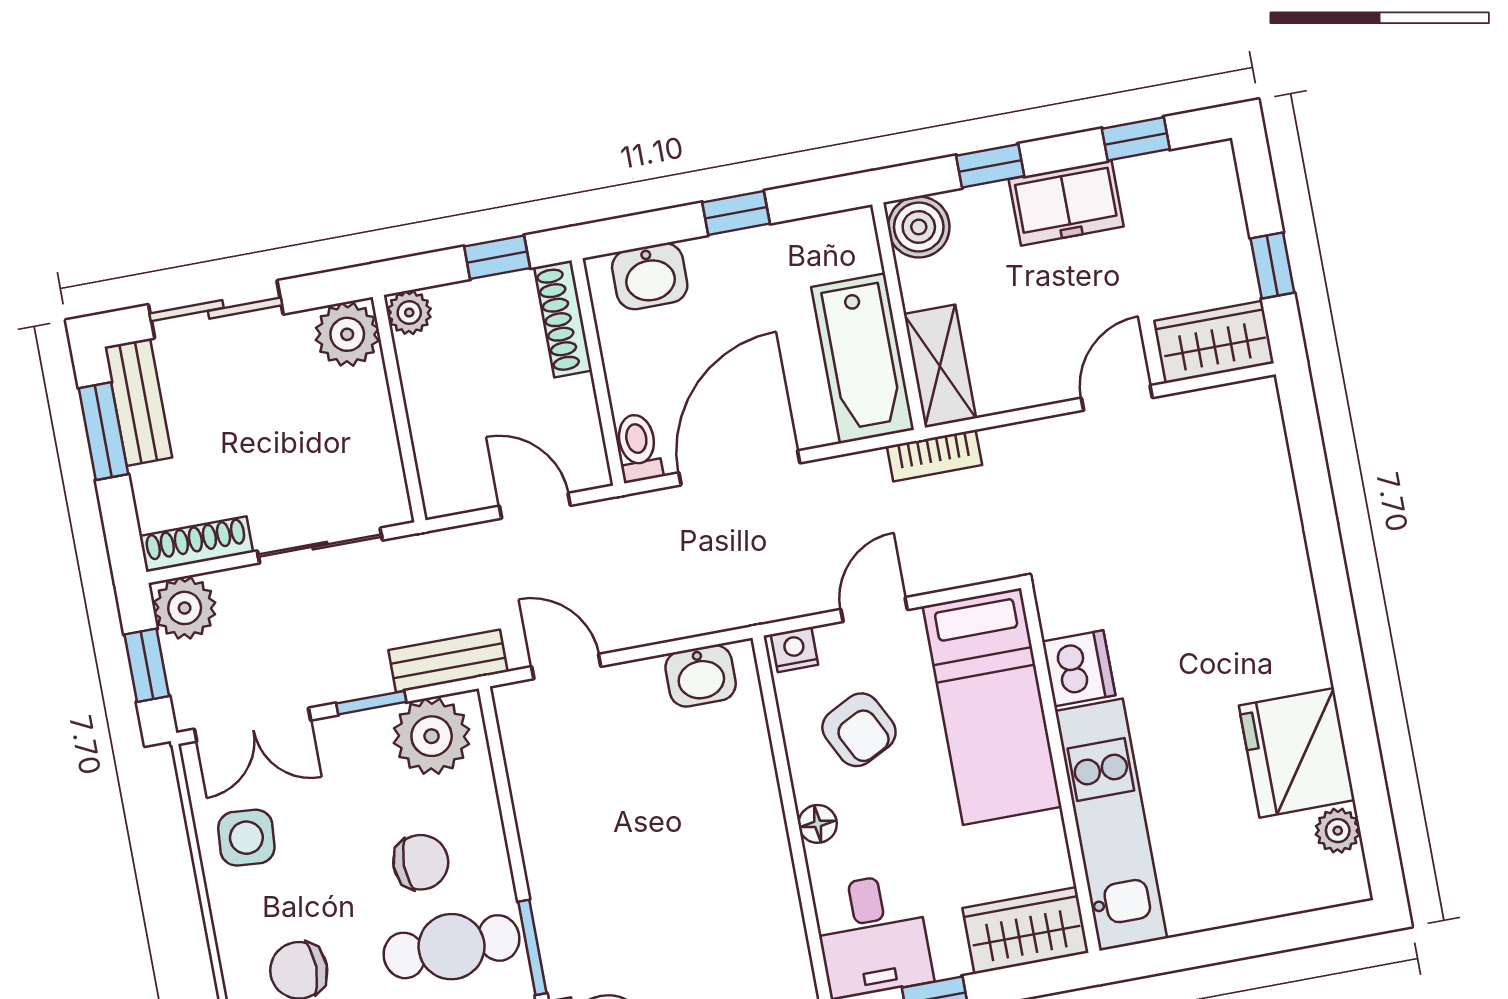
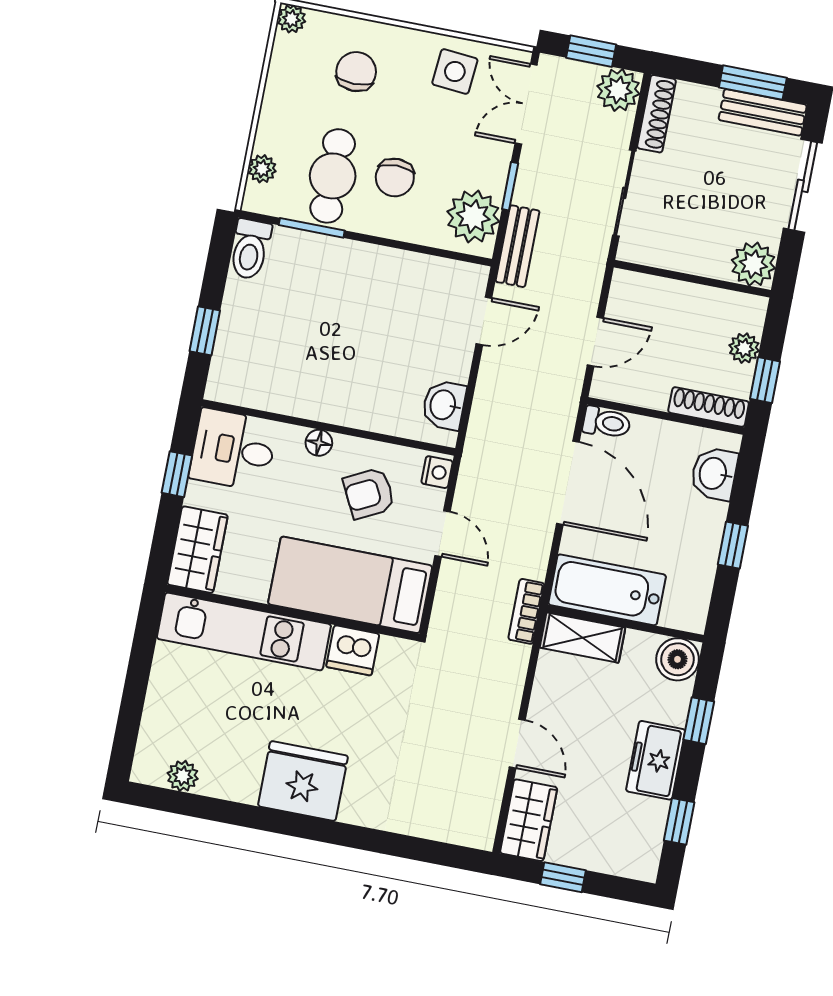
plant: (409, 313) -> (744, 348), moved
fridge: (1297, 753) -> (303, 781), moved

